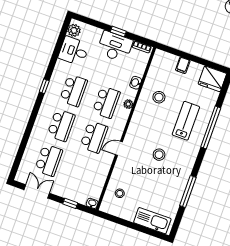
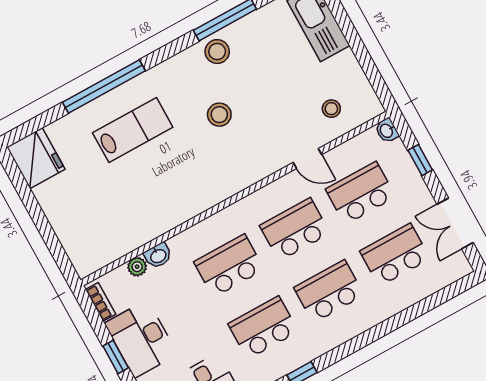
filing cabinet: (183, 65) -> (63, 219), removed
stool: (159, 97) -> (217, 52), moved
plant: (128, 104) -> (137, 267), moved
lab bench: (186, 121) -> (133, 130), turned 180
door: (119, 148) -> (307, 159), moved
school desk: (81, 172) -> (361, 193), added

